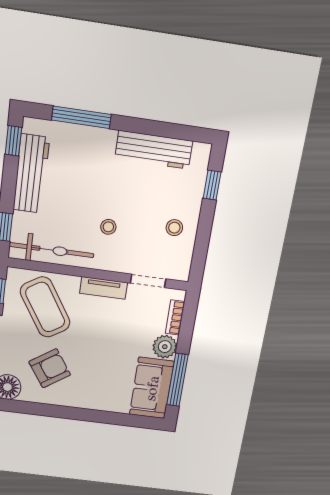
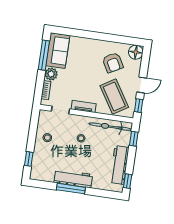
window: (81, 117) -> (71, 189), moved
workbench: (154, 150) -> (73, 179), moved
armchair: (50, 368) -> (113, 63), turned -85

